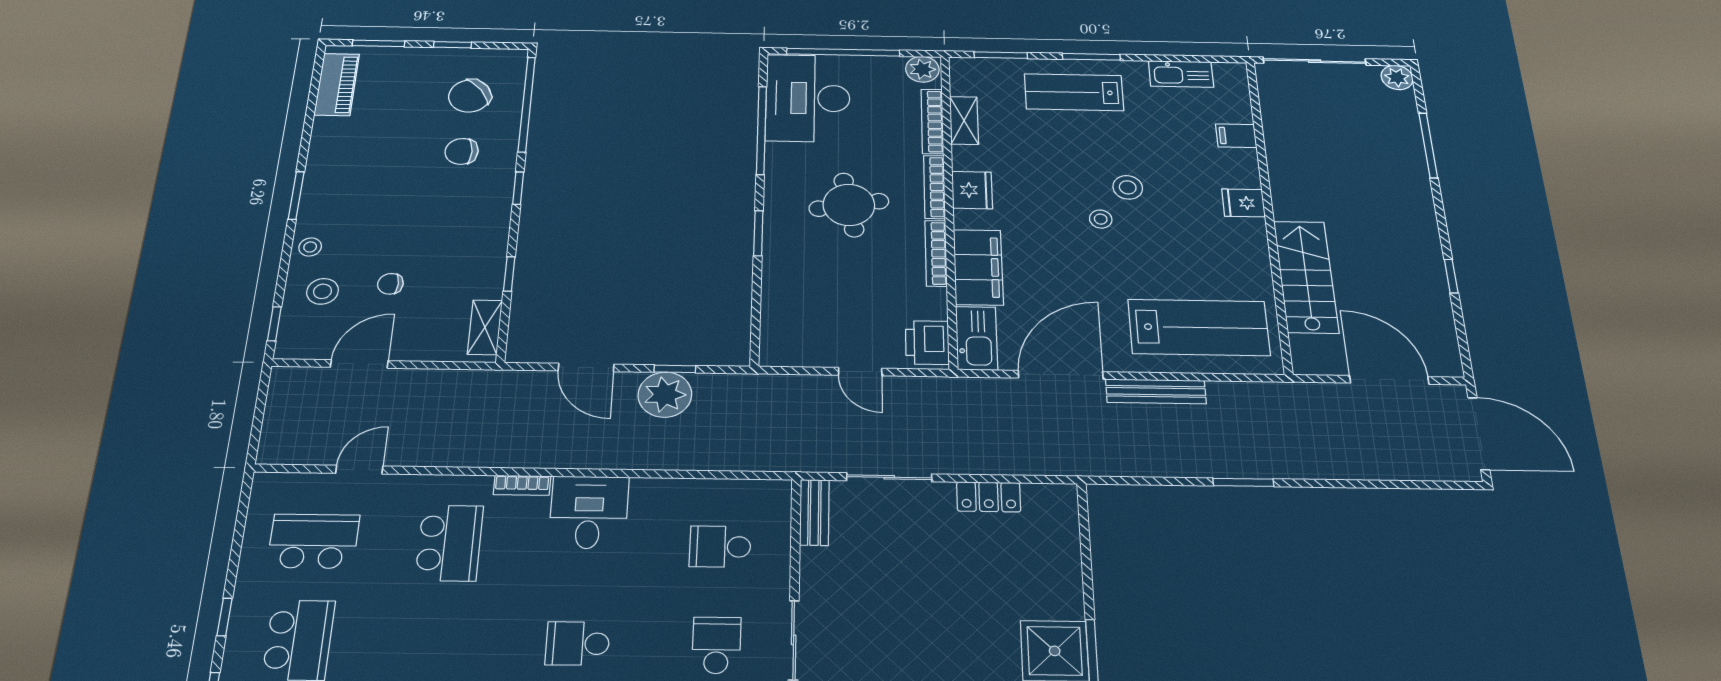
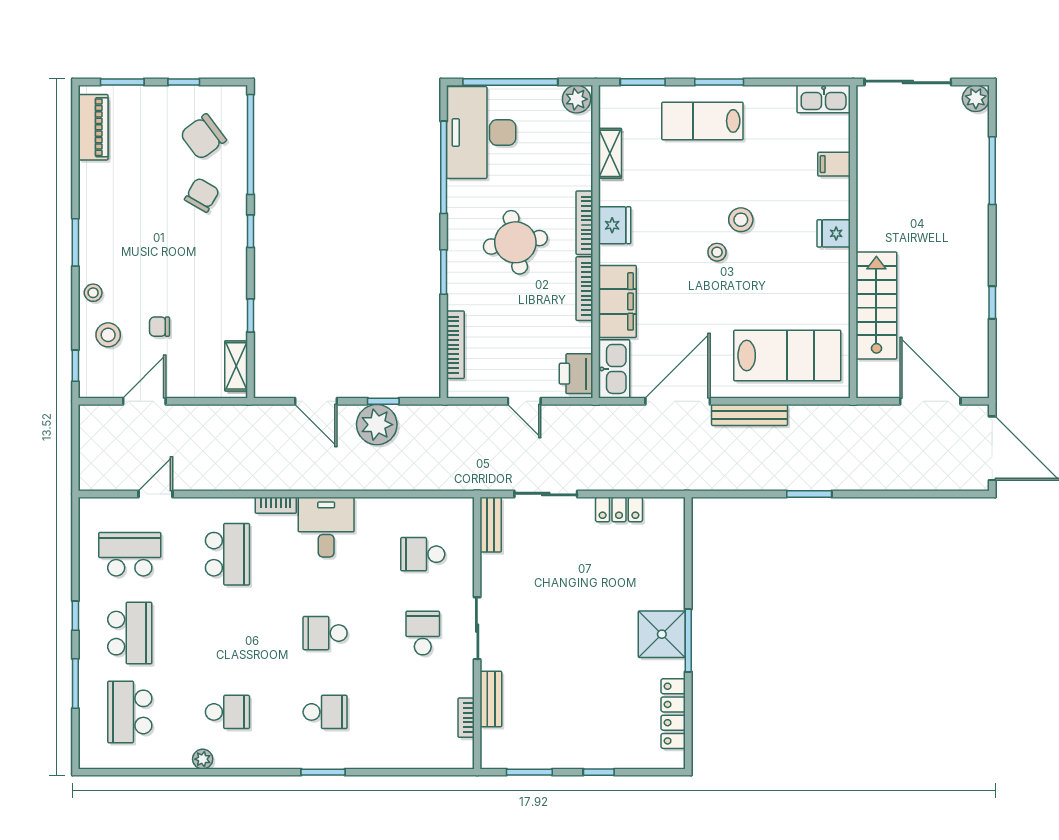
kitchen sink: (1181, 74) -> (824, 99), moved
bookcase: (932, 121) -> (455, 345), moved, turned 180
chair: (462, 151) -> (202, 195), turned 122

